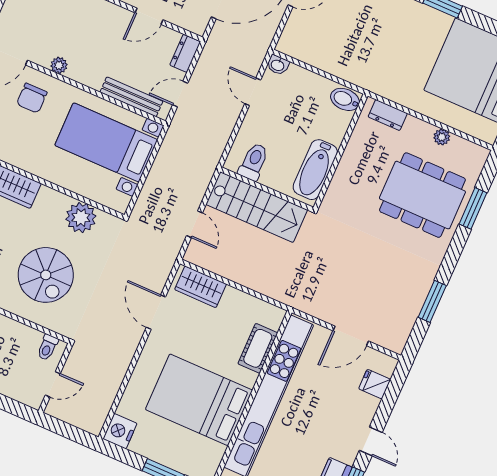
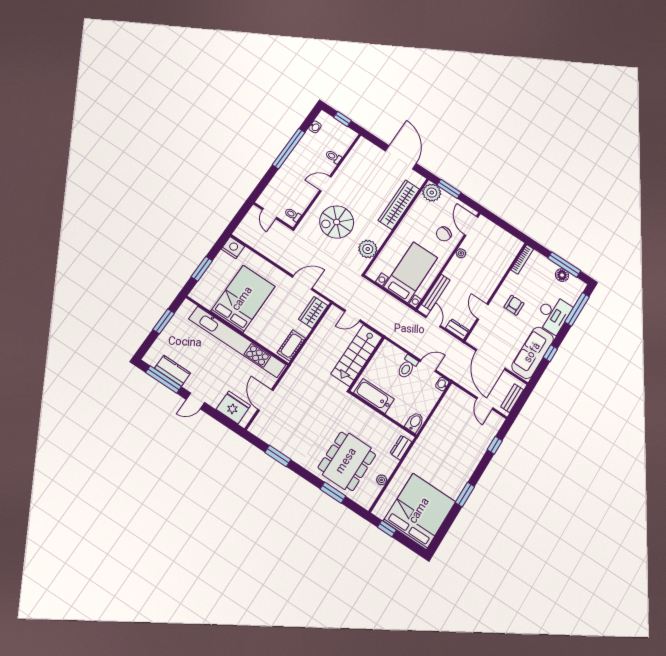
chair: (32, 98) -> (444, 234), turned -72
toilet: (254, 162) -> (407, 367), moved, turned 90
cot: (258, 348) -> (291, 346), moved, turned 90
fridge: (375, 384) -> (233, 407), width x1.88, depth x1.34

